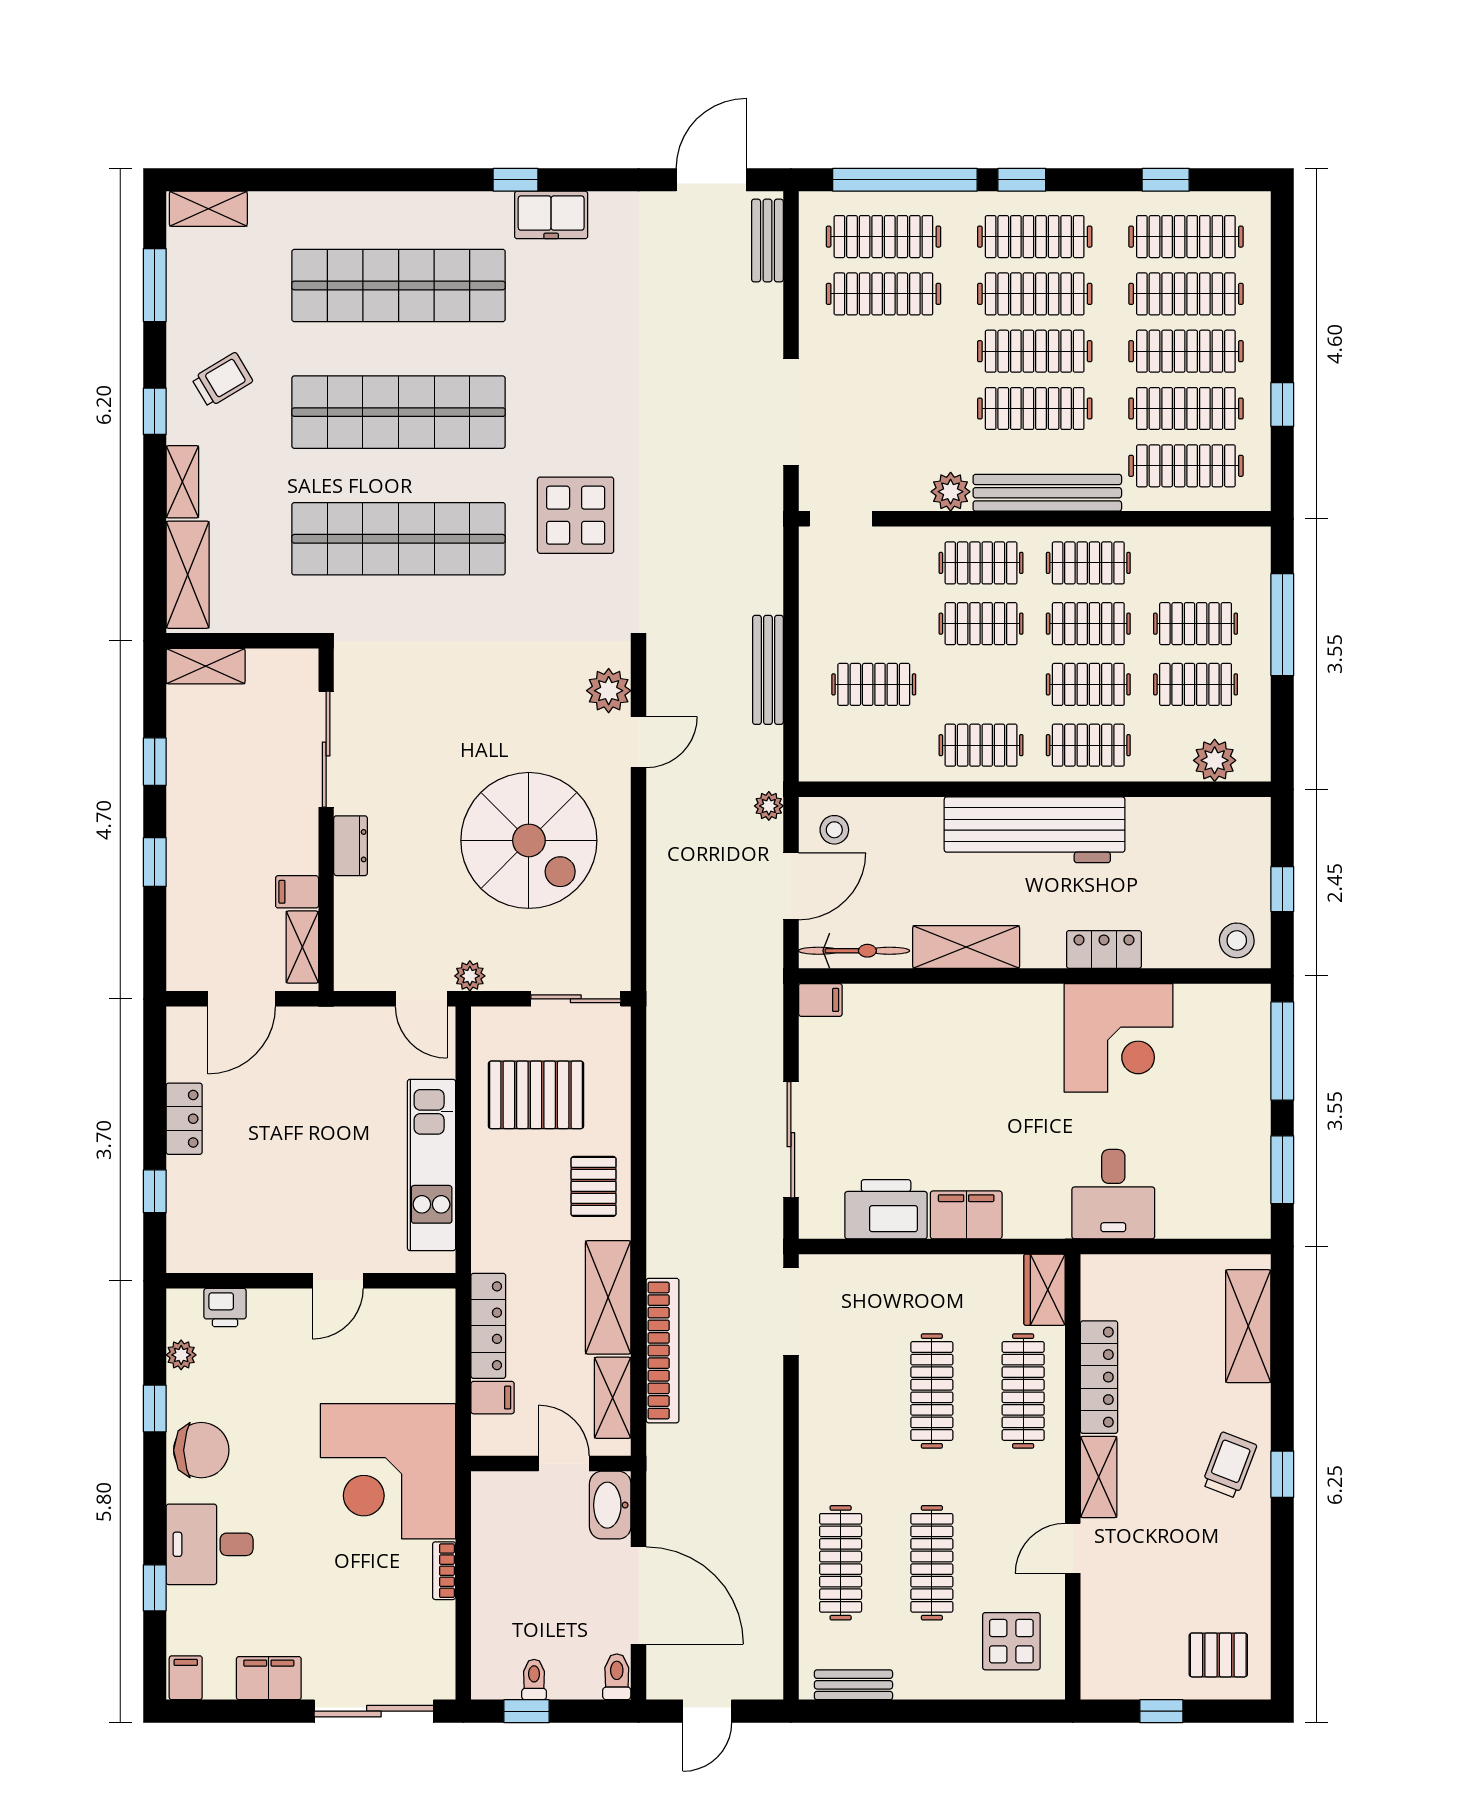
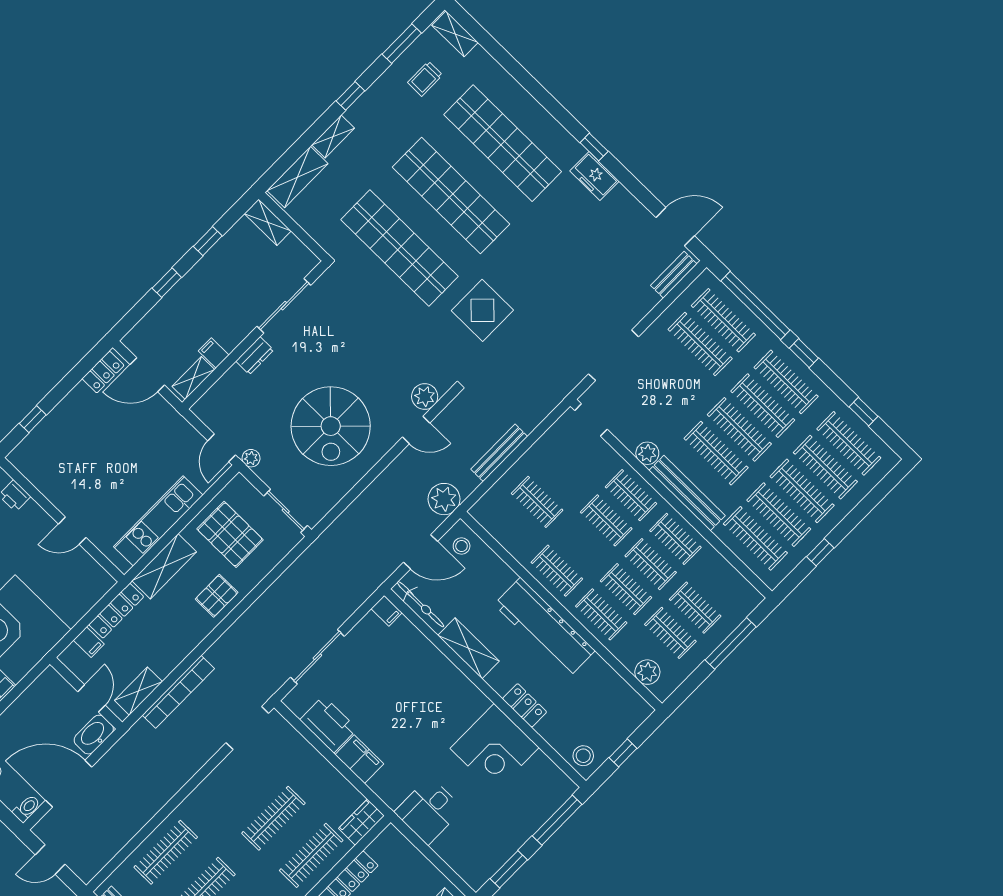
trolley: (222, 380) -> (425, 79), moved, turned 121
plant: (769, 806) -> (444, 499), width x1.88, depth x1.88
locker: (184, 1119) -> (103, 372), moved
shelving: (608, 1297) -> (164, 566), moved
door: (639, 1596) -> (69, 784), swing flipped

